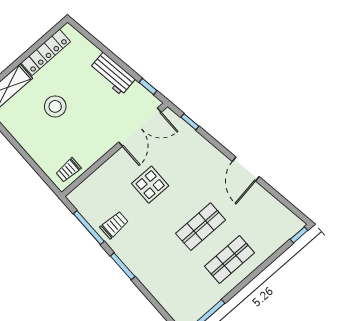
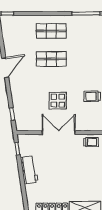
stool: (55, 106) -> (70, 178), removed
double door: (140, 127) -> (59, 133), moved

